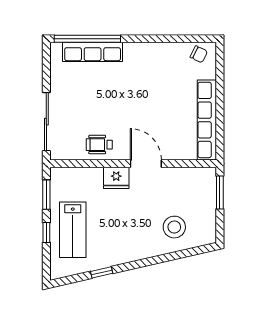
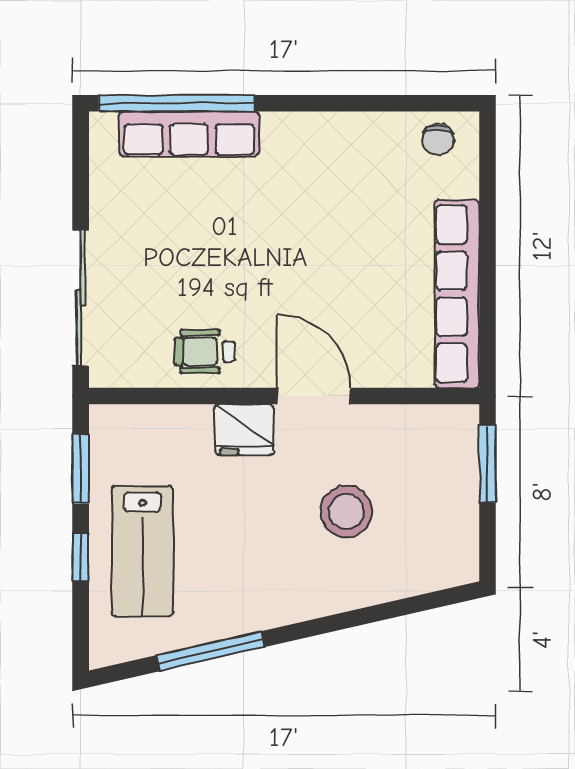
chair: (199, 54) -> (438, 140), turned 64
stool: (174, 227) -> (346, 511), moved
window: (102, 272) -> (210, 651), width x2.17

